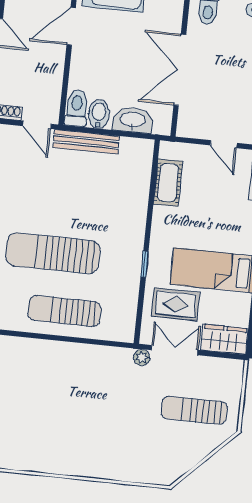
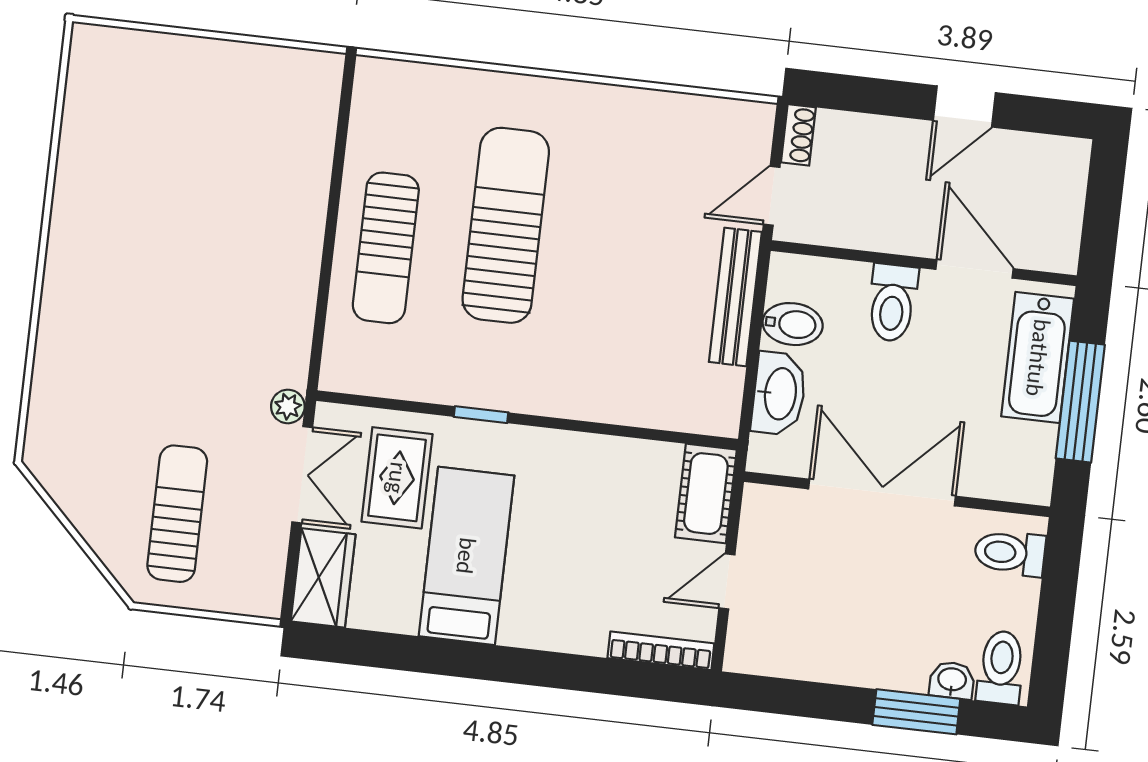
toilet: (77, 108) -> (892, 303), moved, turned 90
cot: (168, 183) -> (706, 494), moved, turned 90
sun lounger: (64, 311) -> (386, 248), turned 180

